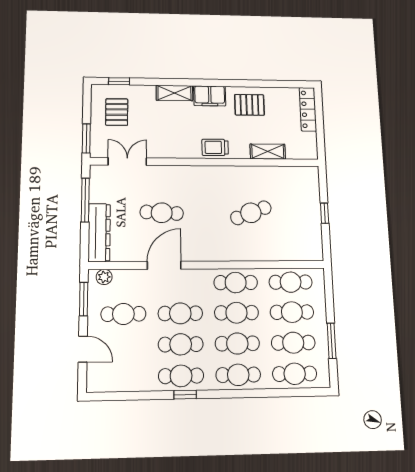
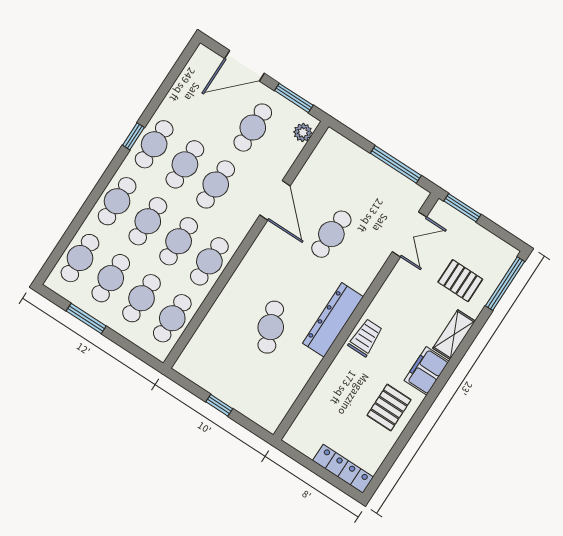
window: (119, 81) -> (505, 284), width x2.17
pallet: (117, 112) -> (460, 281), moved
shelving: (268, 152) -> (325, 391), removed
dresser: (99, 233) -> (333, 320), moved, turned 90
door: (83, 349) -> (244, 66), width x1.38

